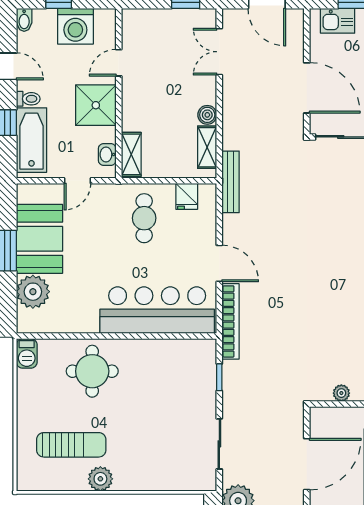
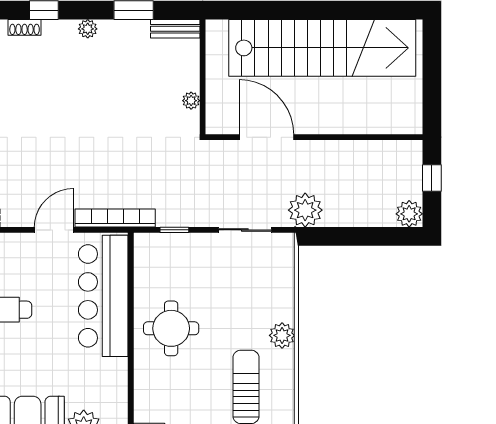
round table: (92, 371) -> (171, 328), moved
plant: (100, 479) -> (282, 335), moved

